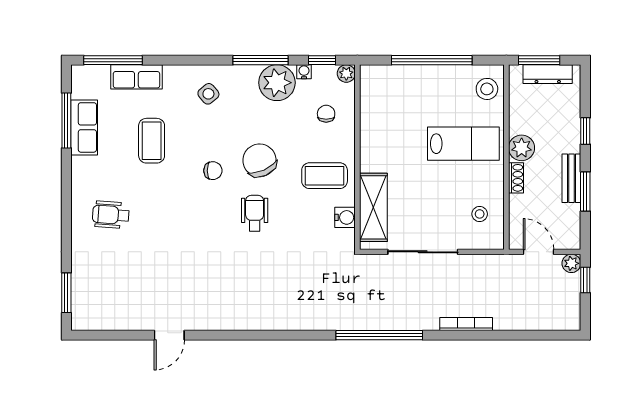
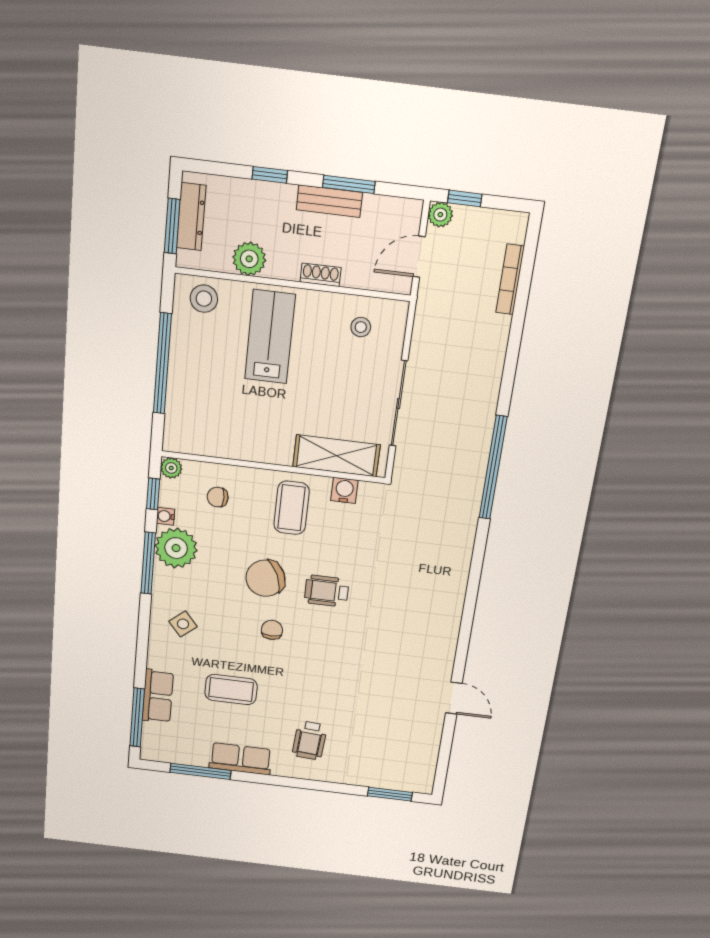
row of seats: (84, 127) -> (241, 759), moved
plant: (522, 148) -> (249, 259), moved
bookcase: (466, 324) -> (510, 279), moved

